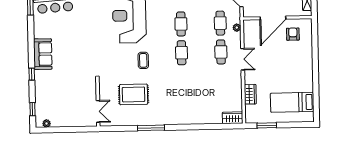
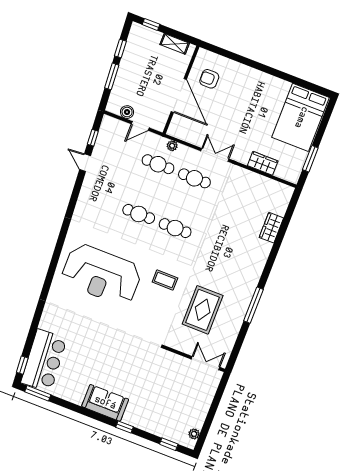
bed: (292, 102) -> (301, 117), width x1.50
wardrobe: (233, 118) -> (271, 228), moved

